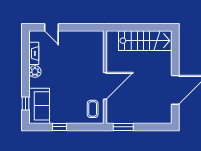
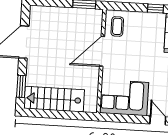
corner sofa: (83, 46) -> (124, 98), added
window: (175, 50) -> (21, 86), added

